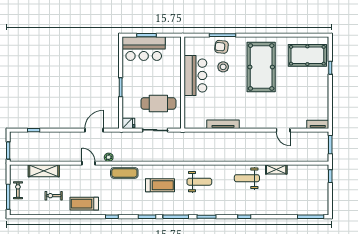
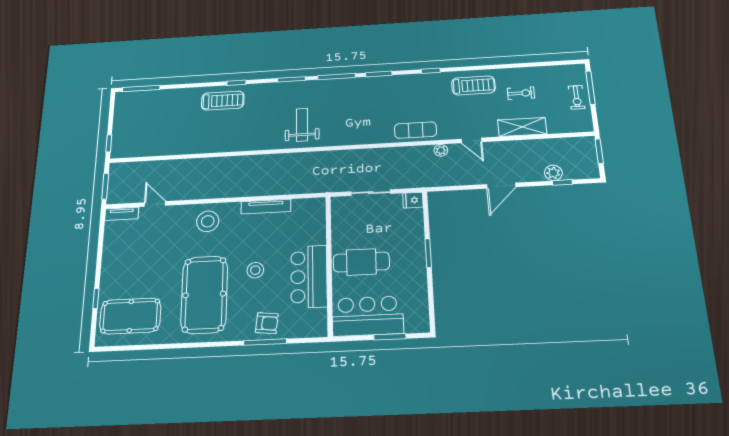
bar counter: (144, 49) -> (368, 316), moved
stool: (223, 67) -> (255, 270), moved
cafe table: (158, 103) -> (361, 262), moved
stool: (261, 116) -> (208, 221), added
door: (94, 130) -> (501, 186), moved
door: (283, 130) -> (155, 204), moved
plant: (38, 137) -> (553, 173), added
shelving: (276, 169) -> (187, 148), removed
shelving: (44, 171) -> (522, 127), moved
weight bench: (247, 178) -> (231, 134), removed
weight bench: (199, 182) -> (302, 125), turned 90
treadmill: (160, 185) -> (223, 101), moved, turned 180

